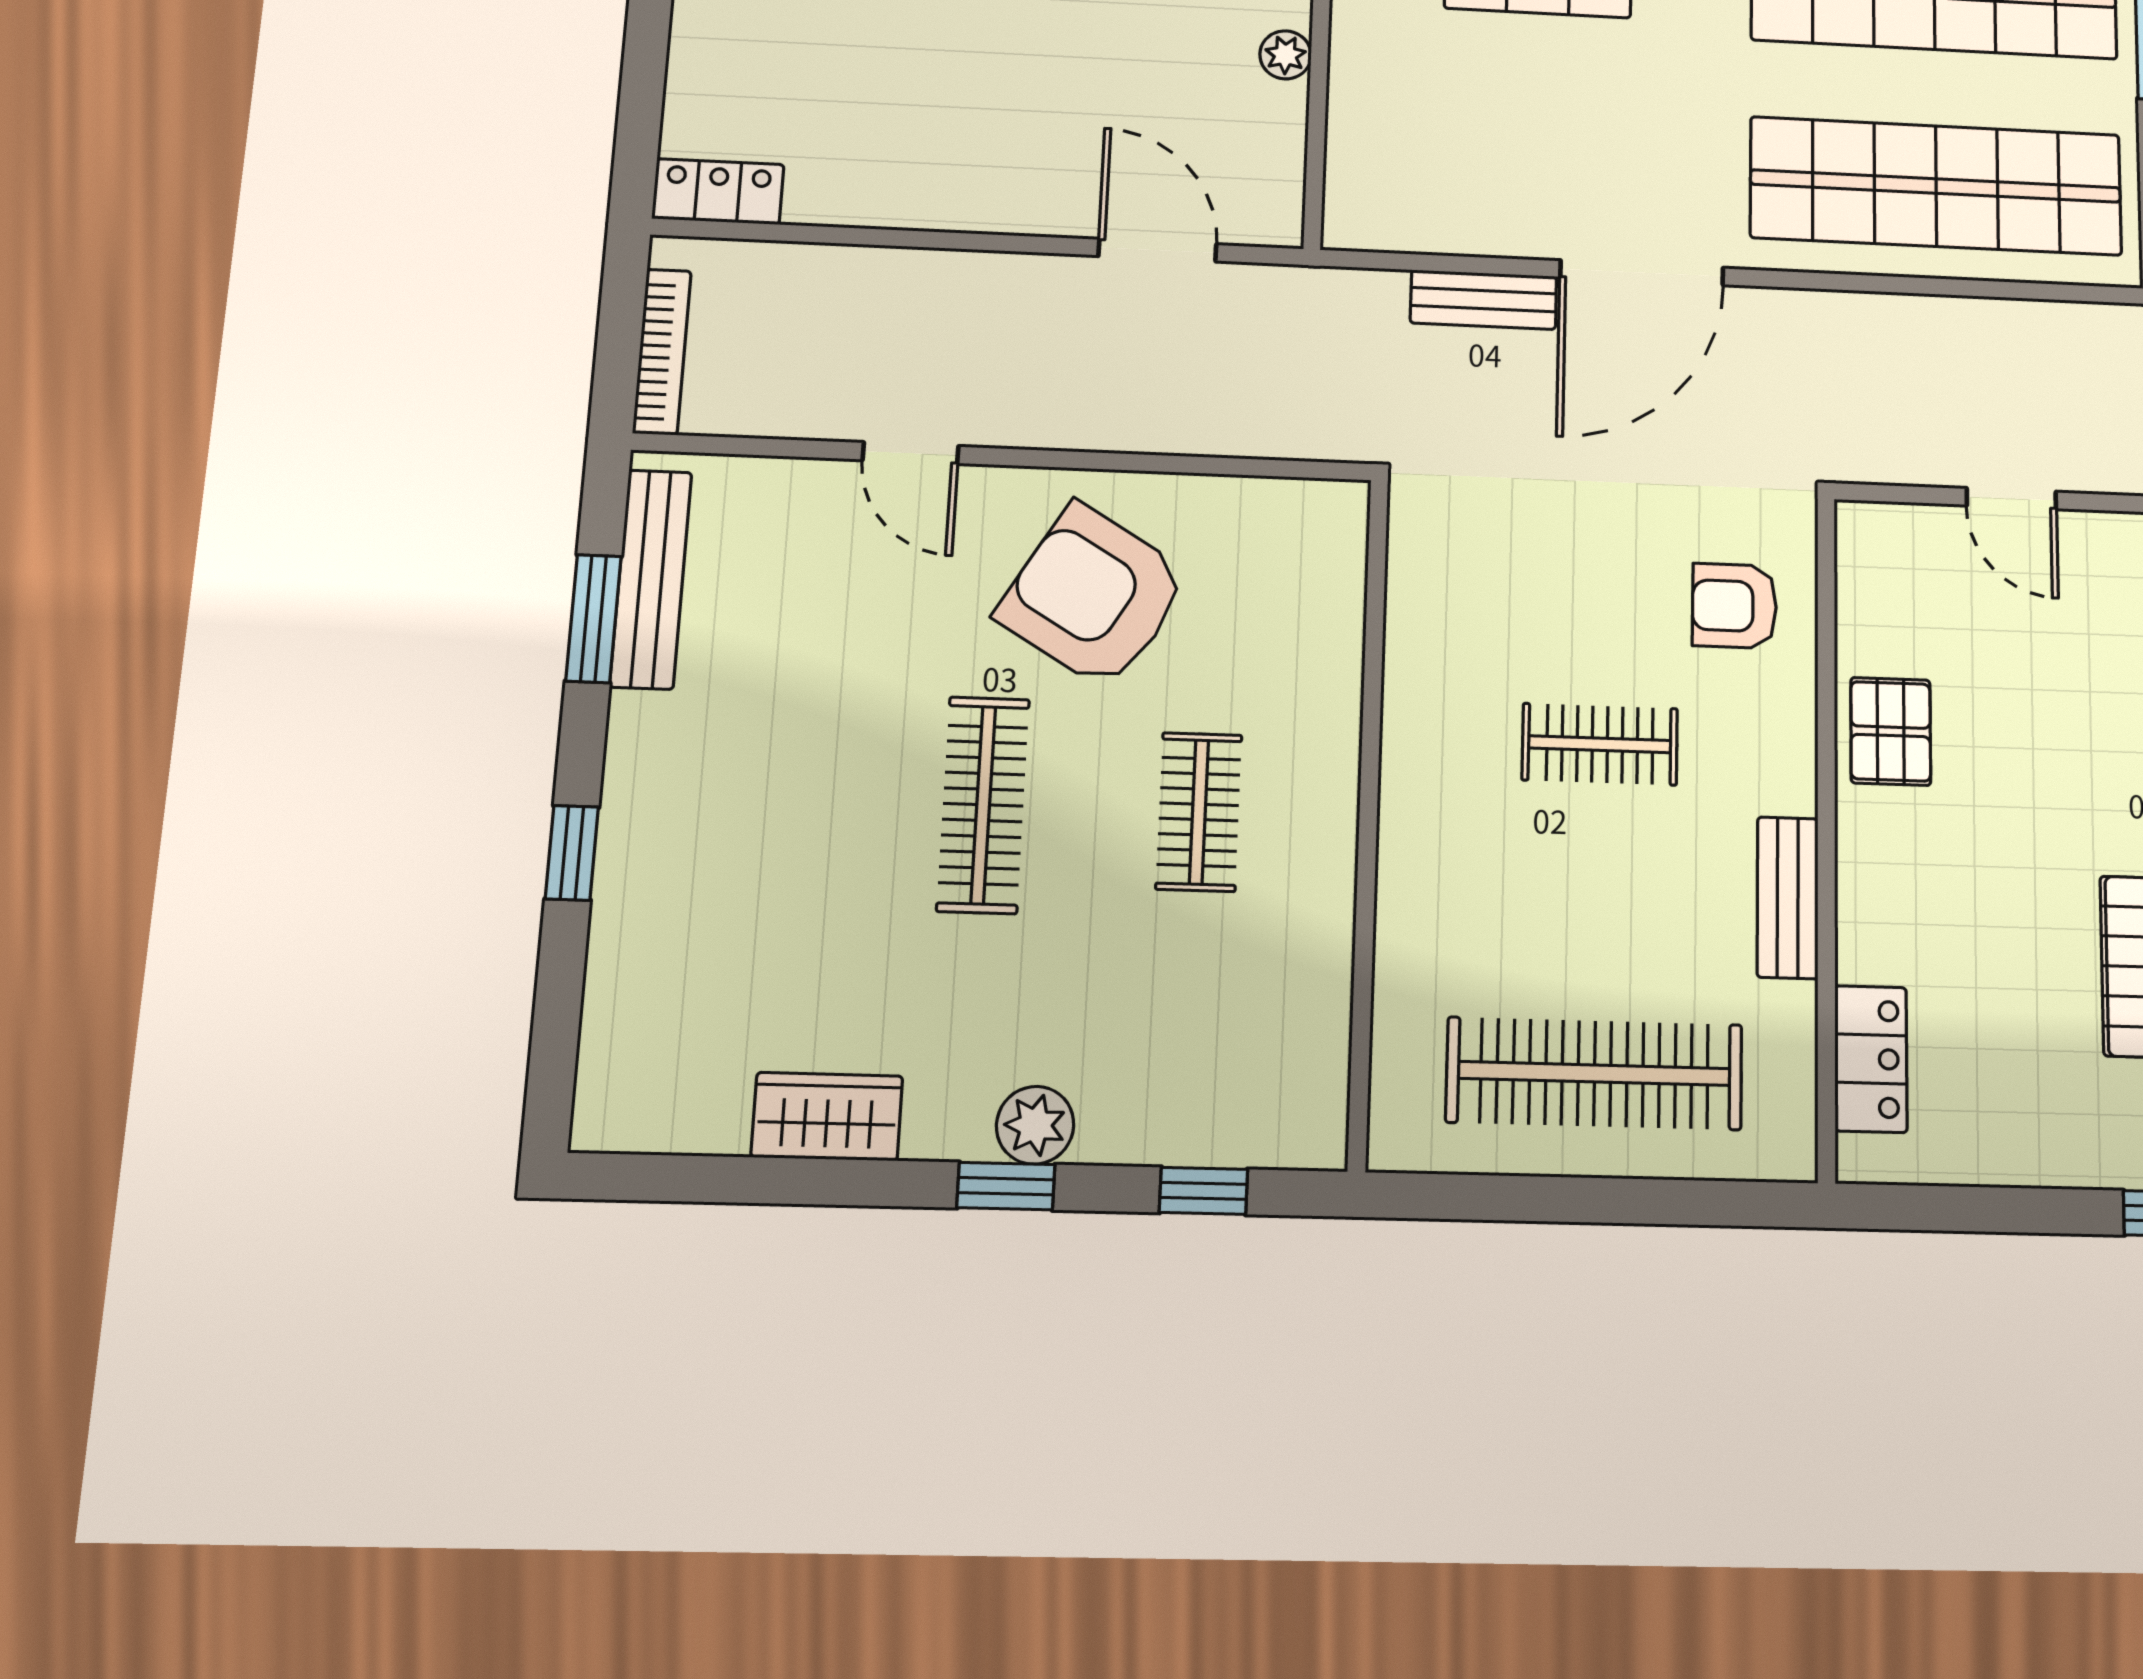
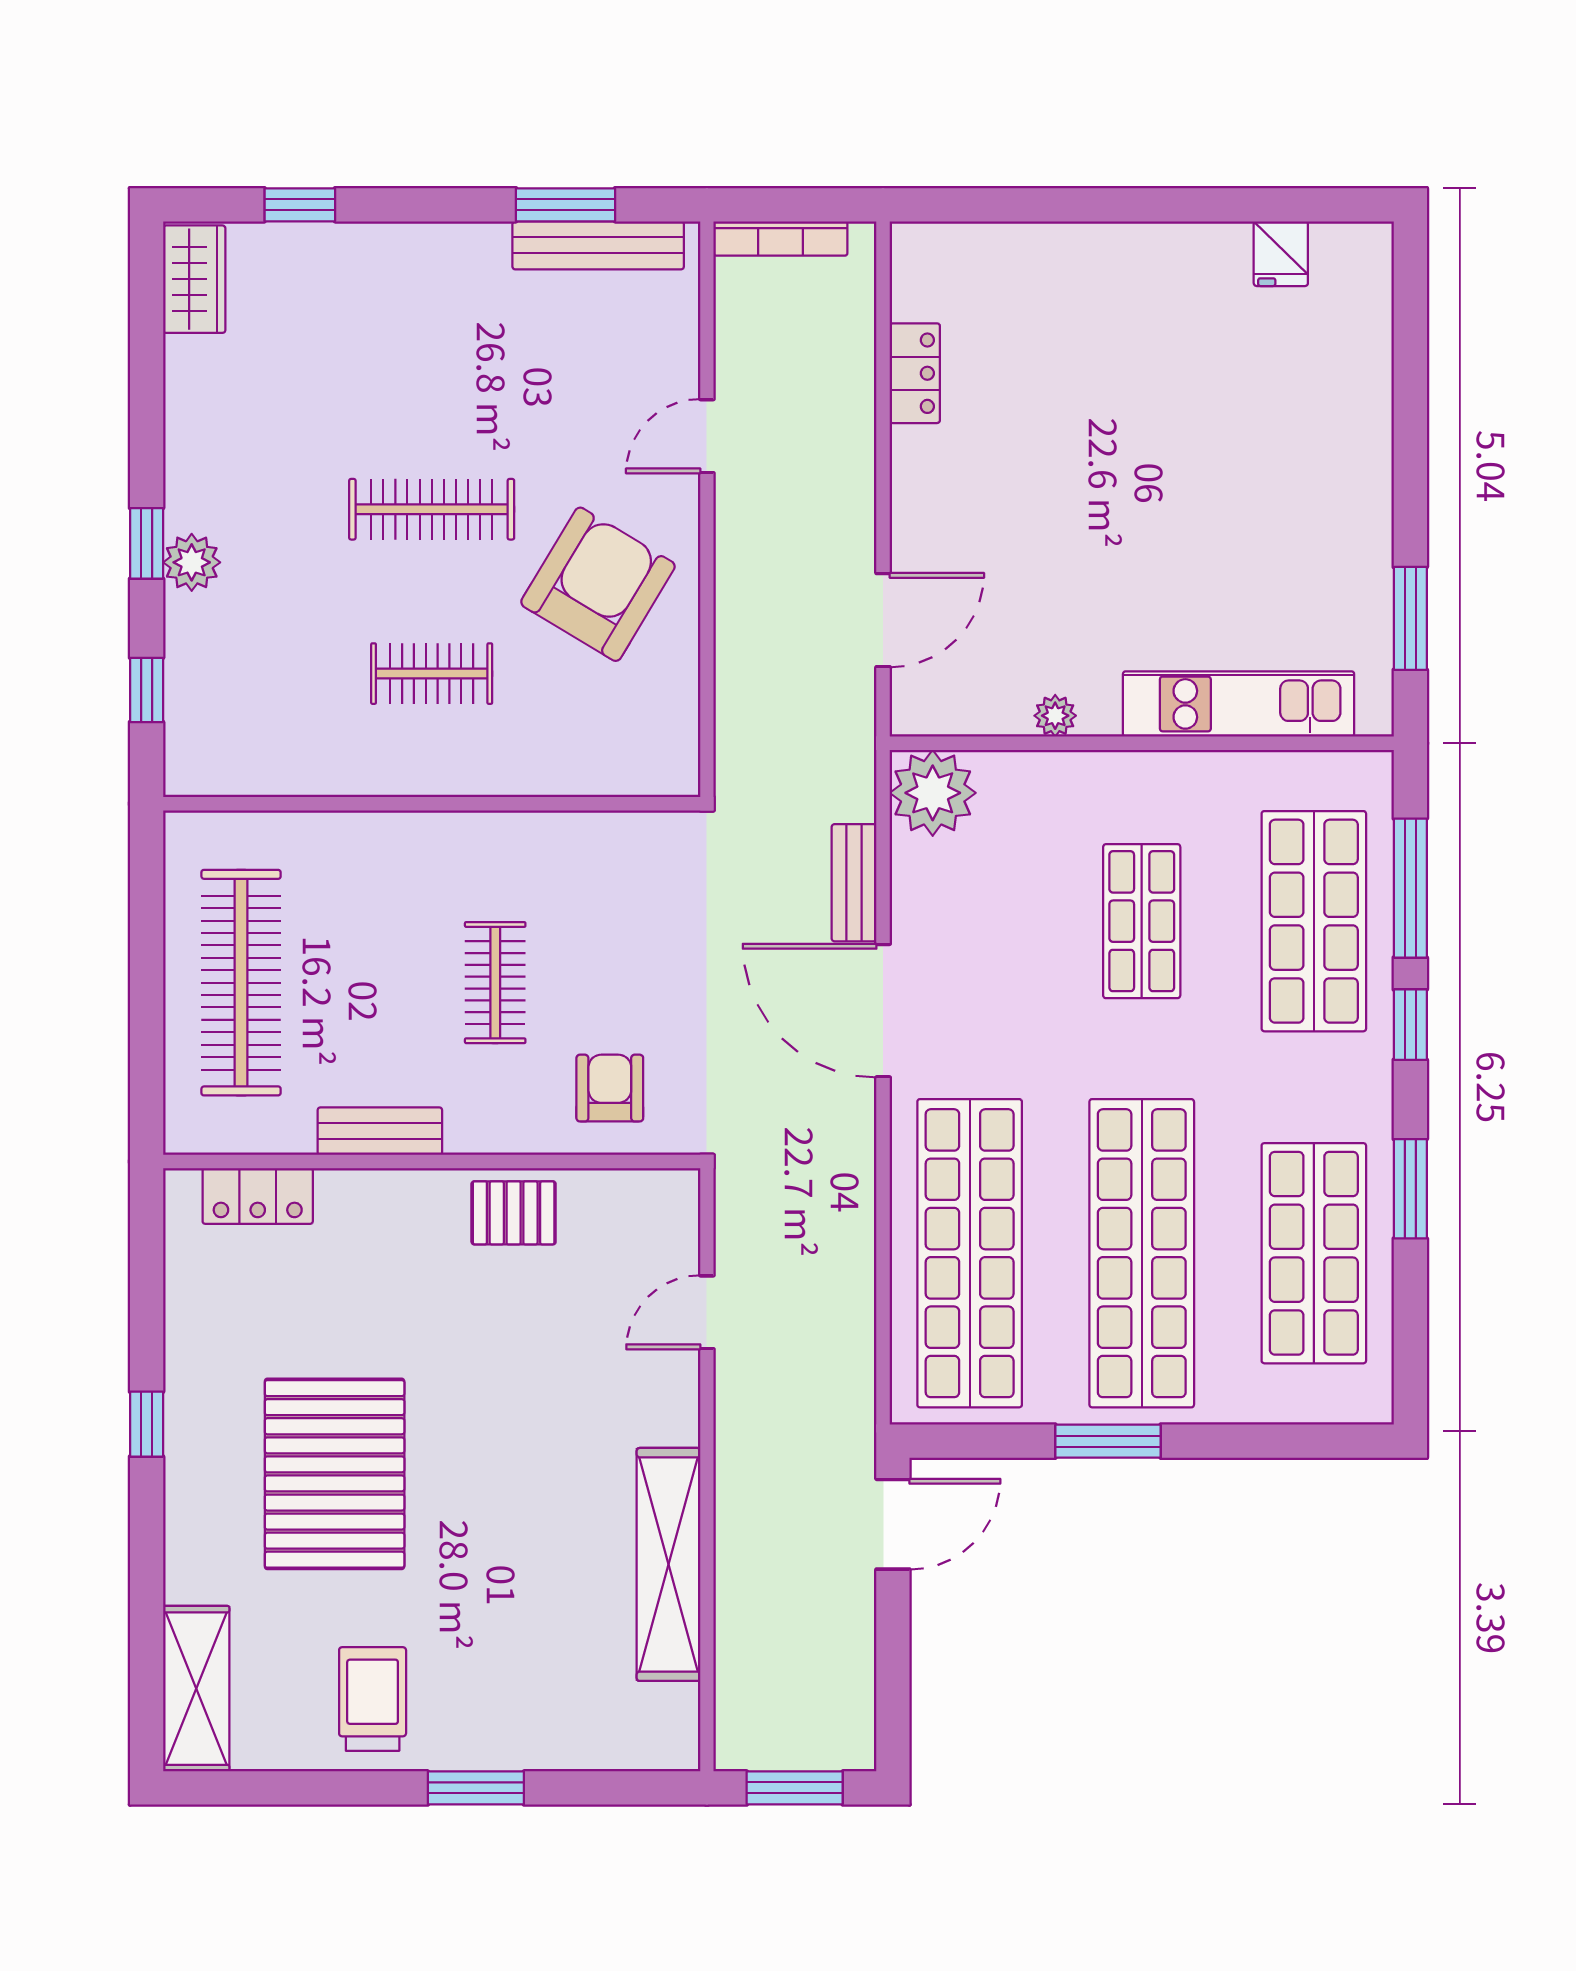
locker: (718, 192) -> (915, 373), moved
plant: (1375, 202) -> (933, 793), added
window: (572, 853) -> (300, 205), moved
wardrobe: (827, 1117) -> (194, 279), moved

